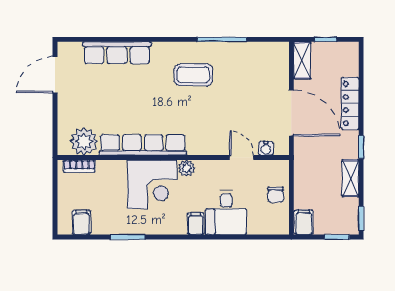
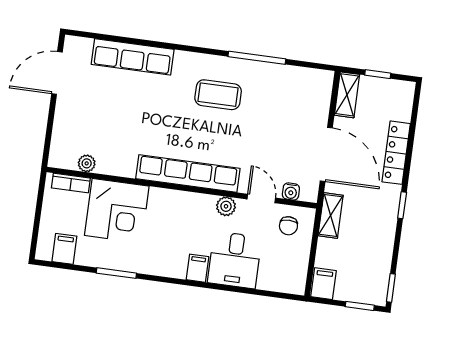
plant: (84, 141) -> (87, 163), width x0.53, depth x0.53
row of seats: (143, 145) -> (188, 174), moved
plant: (187, 168) -> (226, 206), moved
shelving: (350, 178) -> (331, 216), moved
corner desk: (152, 184) -> (117, 211), moved
chair: (276, 195) -> (288, 226), moved

